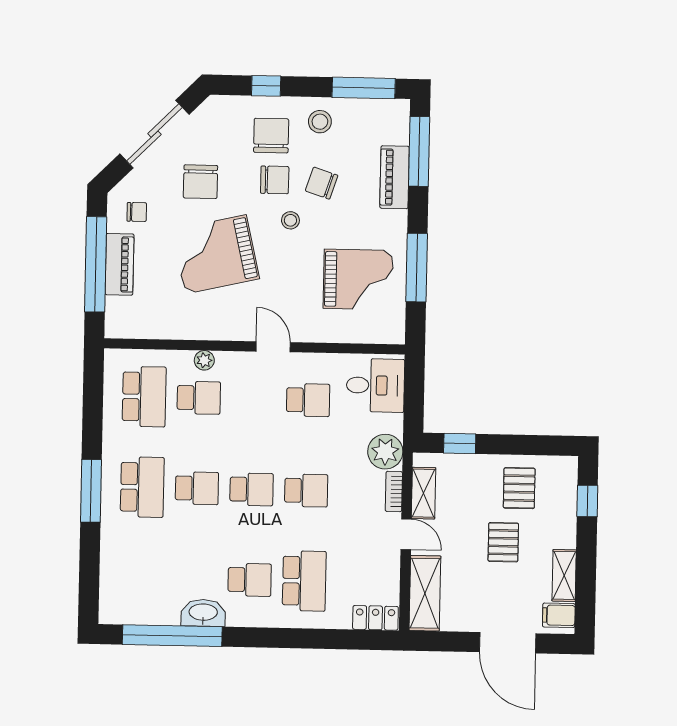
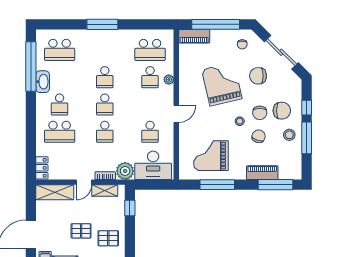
window: (364, 88) -> (307, 138), moved
piano: (119, 264) -> (194, 36), moved
grand piano: (358, 279) -> (211, 156), turned 90
desk: (375, 385) -> (153, 165), width x1.37
school desk: (142, 487) -> (60, 50), moved

